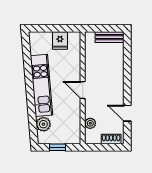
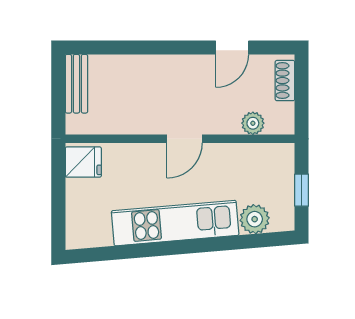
fridge: (60, 40) -> (83, 162), moved

